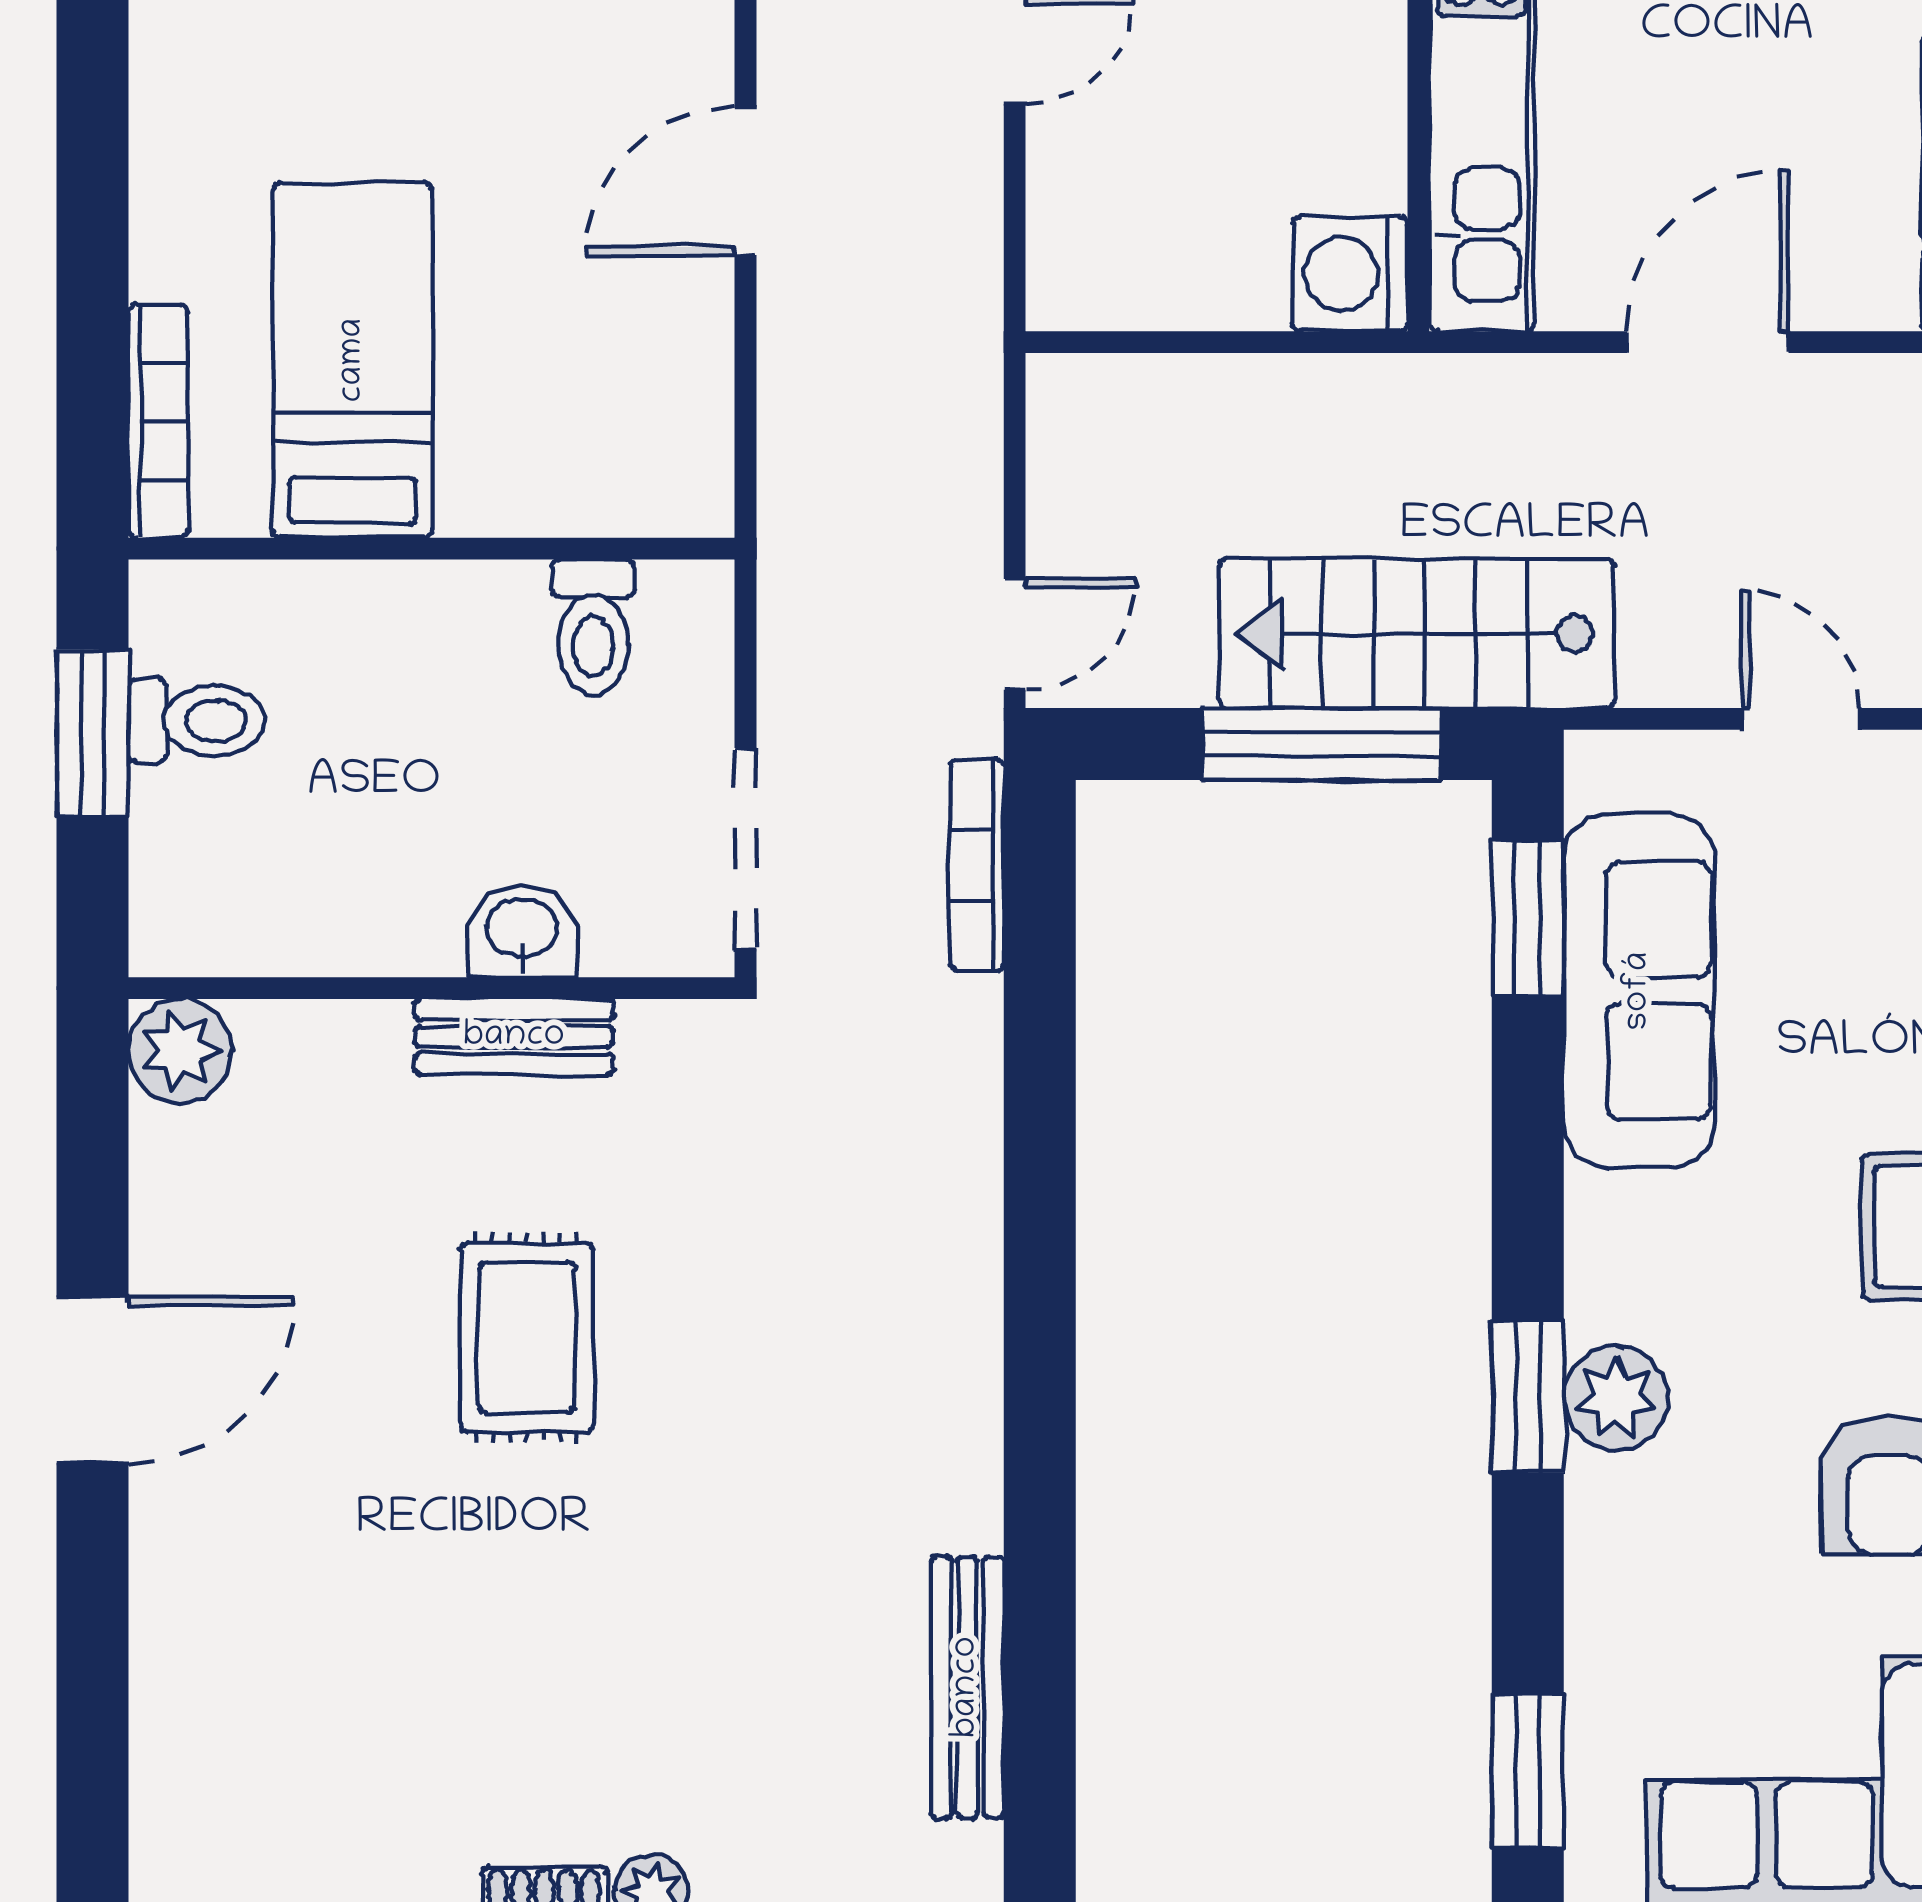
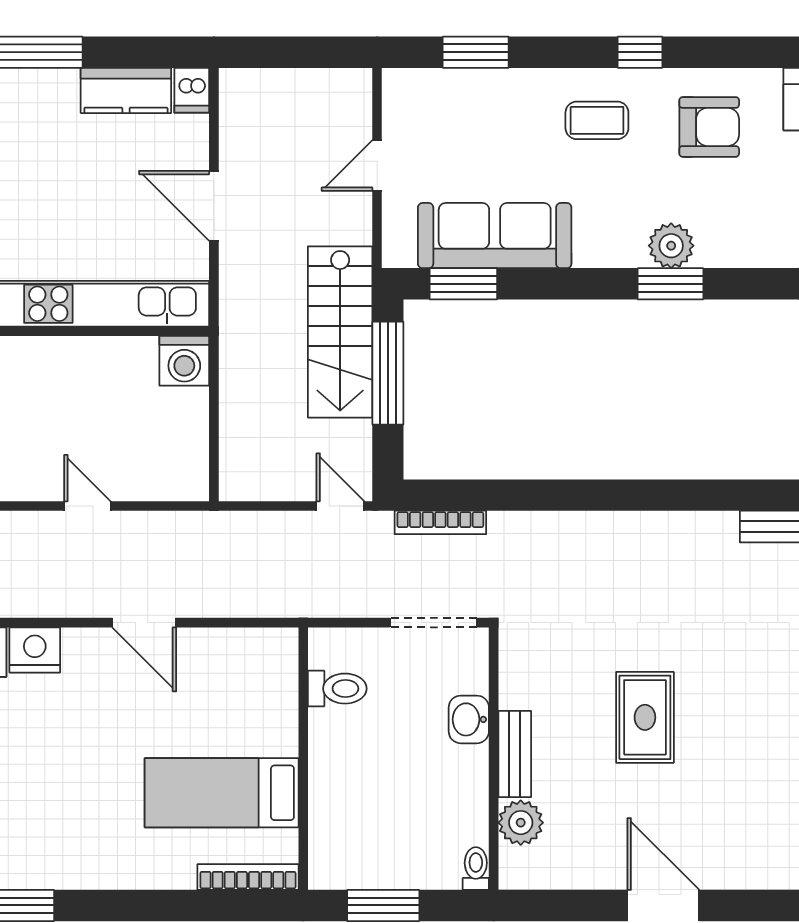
toilet: (197, 721) -> (476, 868), moved, width x0.73, depth x0.72
bench: (514, 1037) -> (515, 754), moved
plant: (180, 1051) -> (521, 823), moved
rug: (527, 1337) -> (645, 717), turned 90

